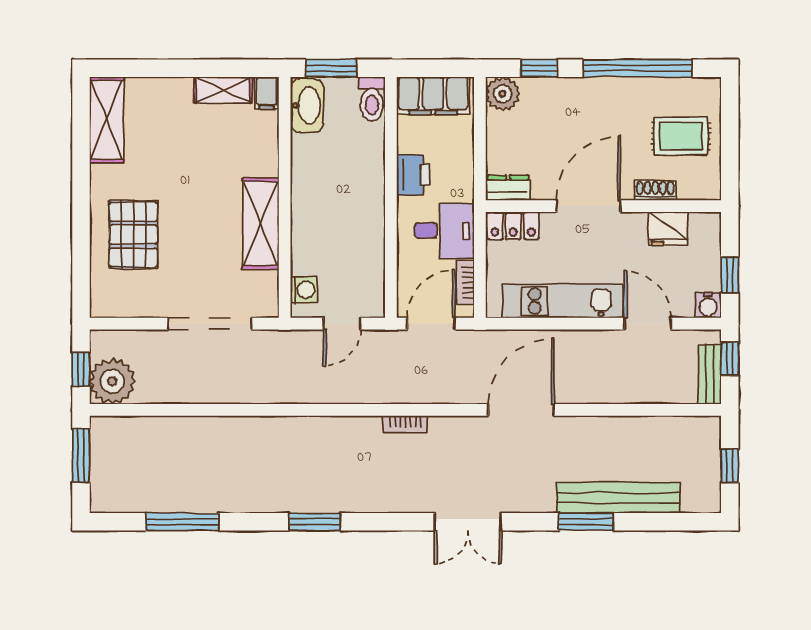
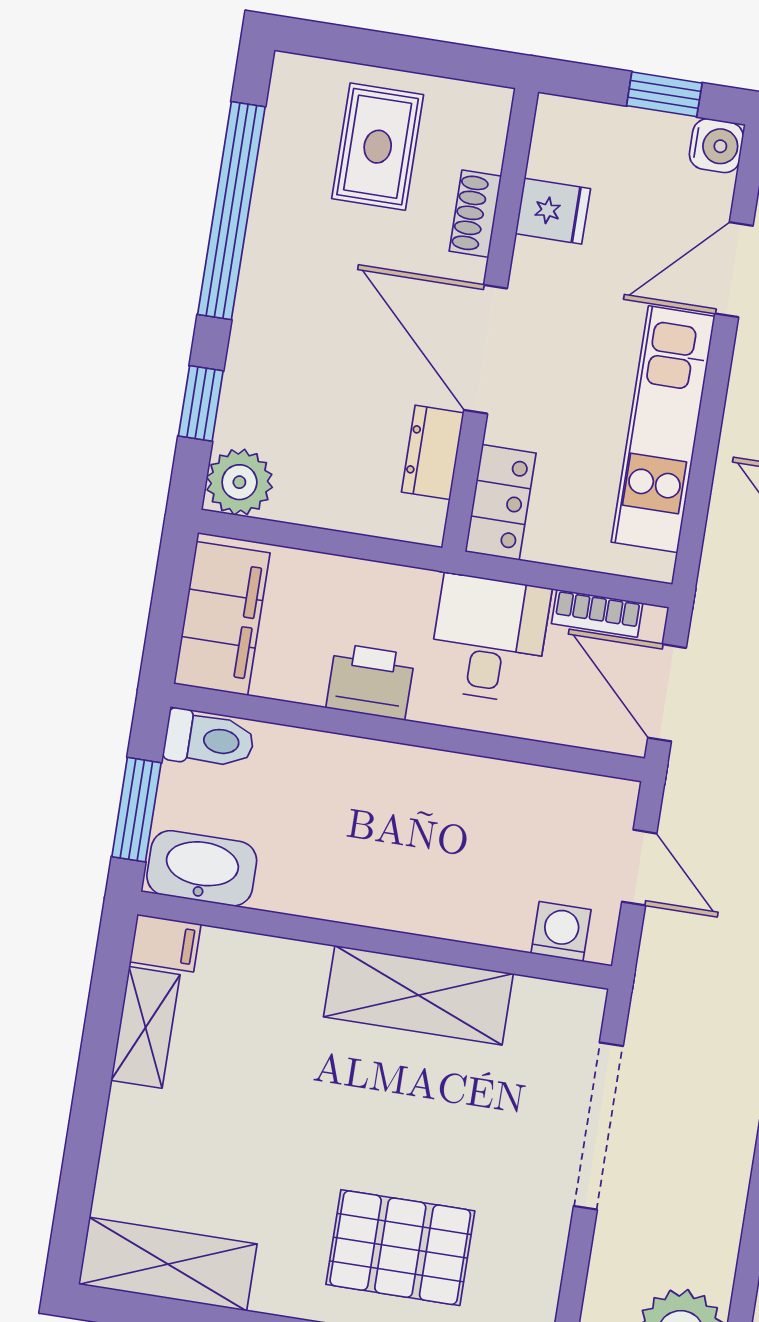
dresser: (508, 188) -> (433, 452), moved
fridge: (668, 229) -> (553, 211), width x0.72

